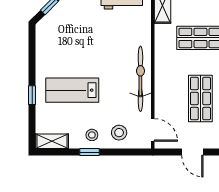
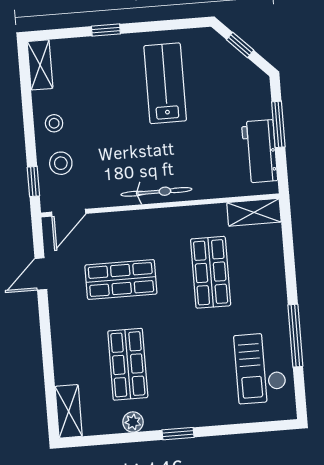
bicycle: (140, 79) -> (156, 192), width x0.73, depth x0.71
lab bench: (72, 90) -> (165, 83), moved
window: (90, 152) -> (33, 181), moved

